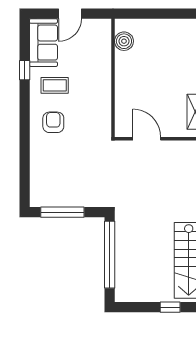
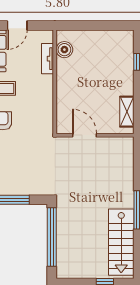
tv unit: (105, 51) -> (47, 59), added

